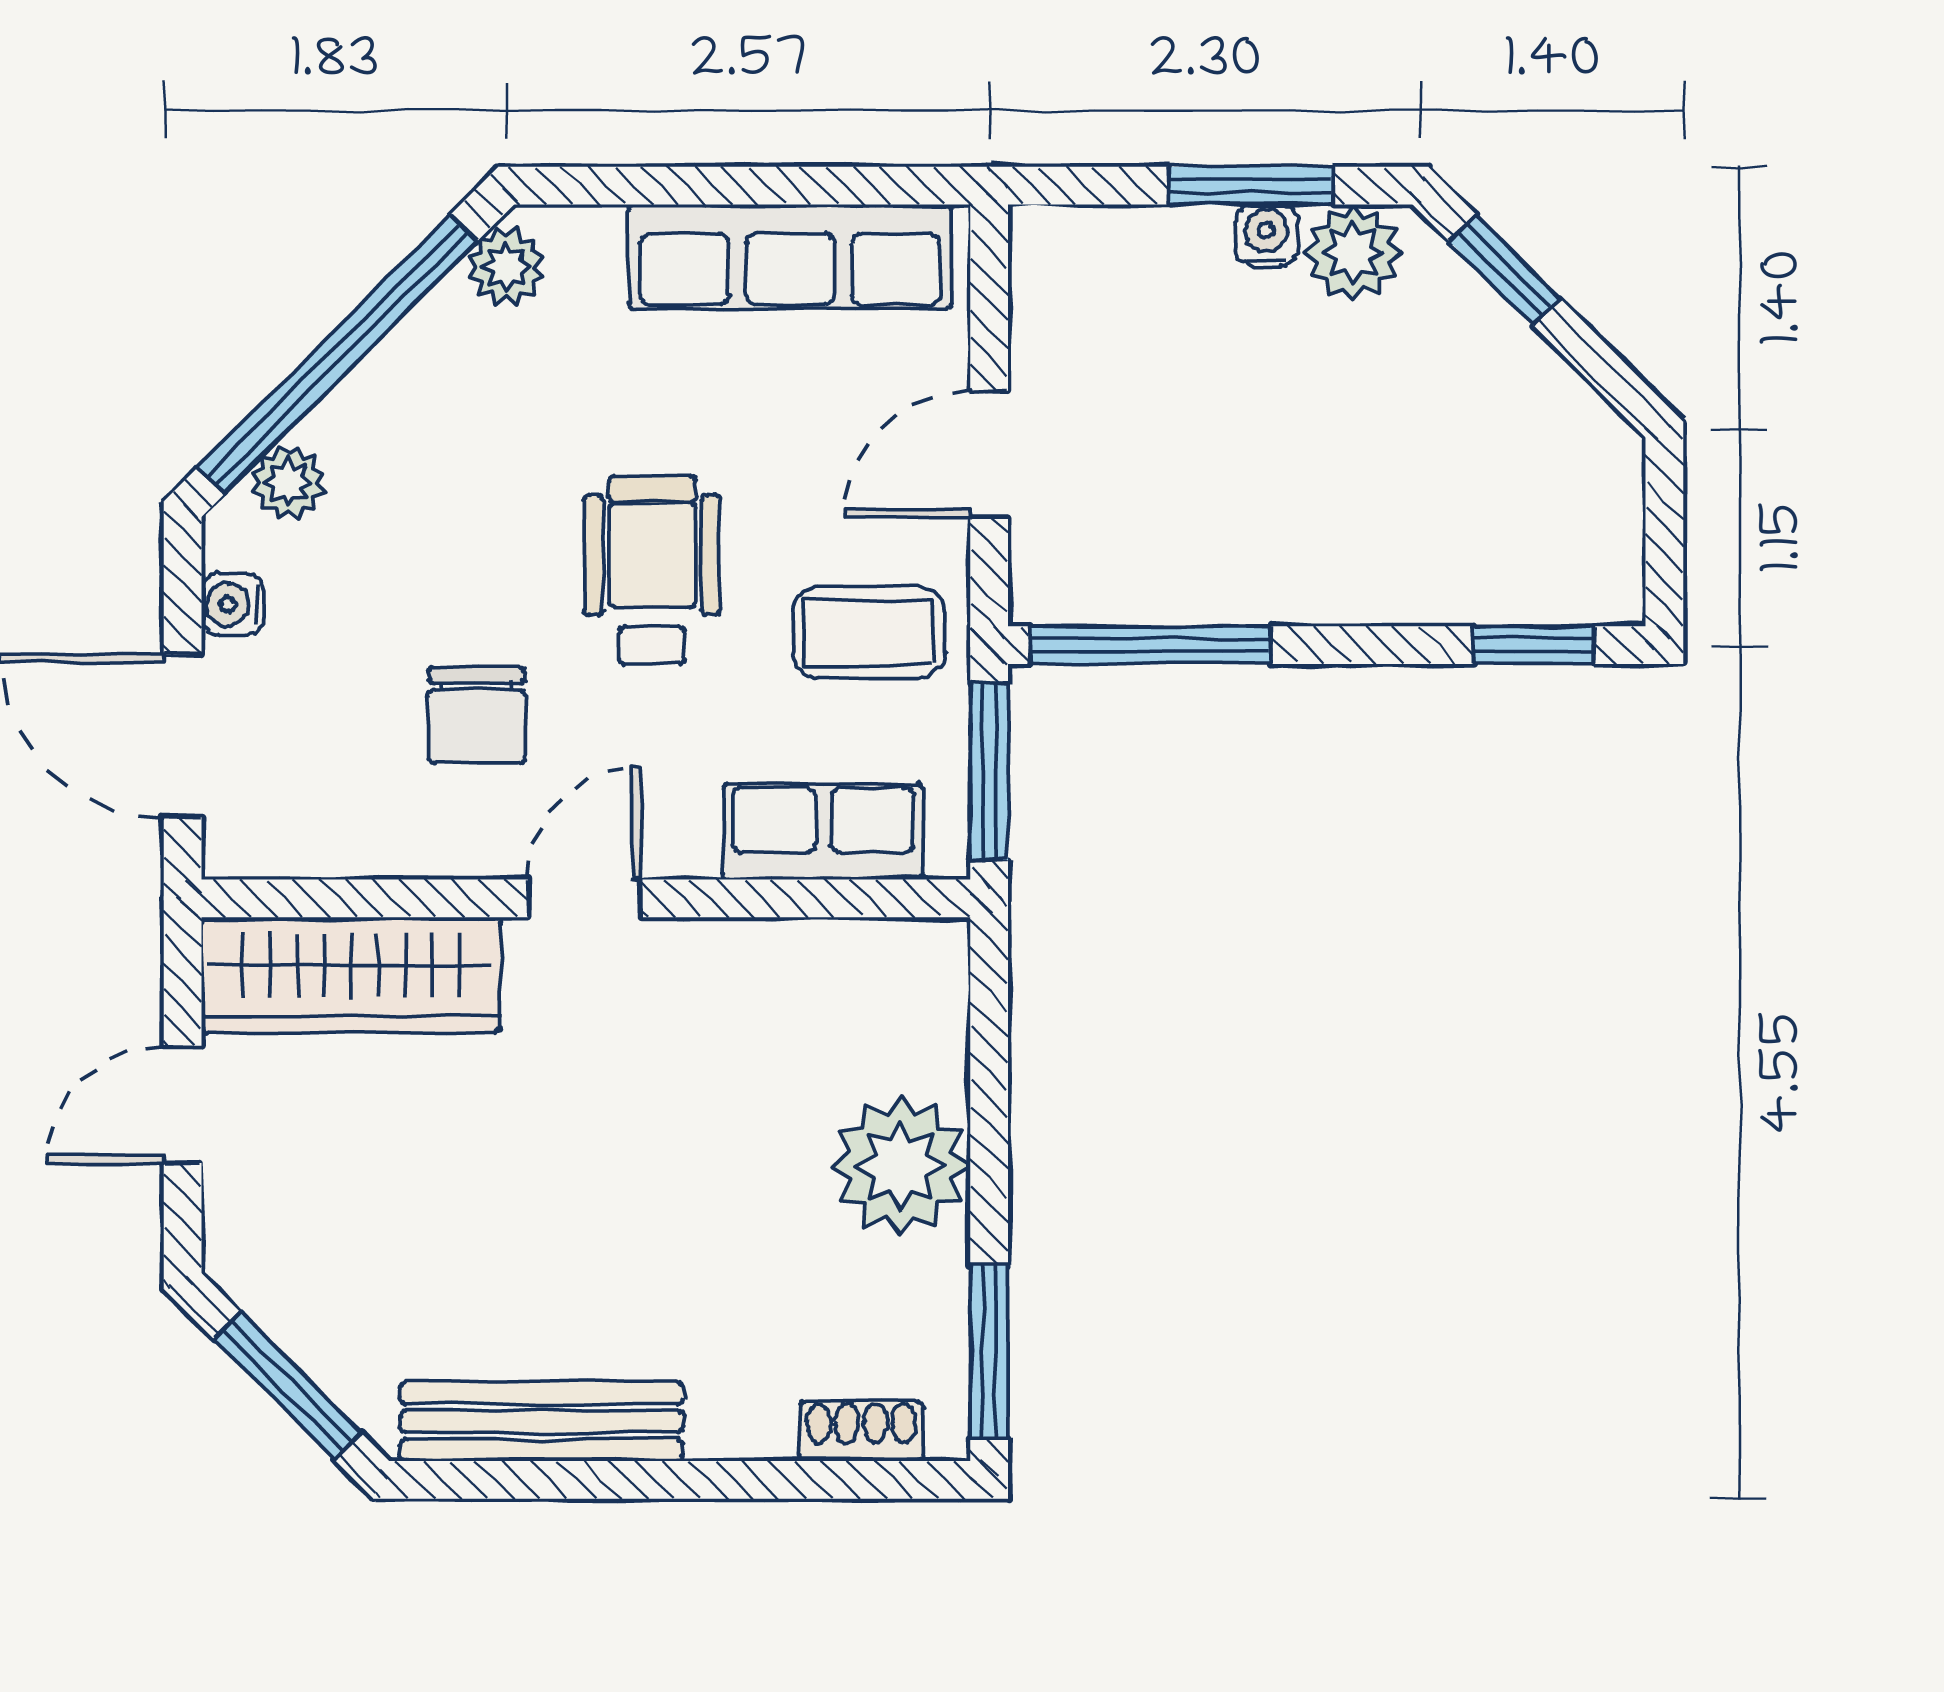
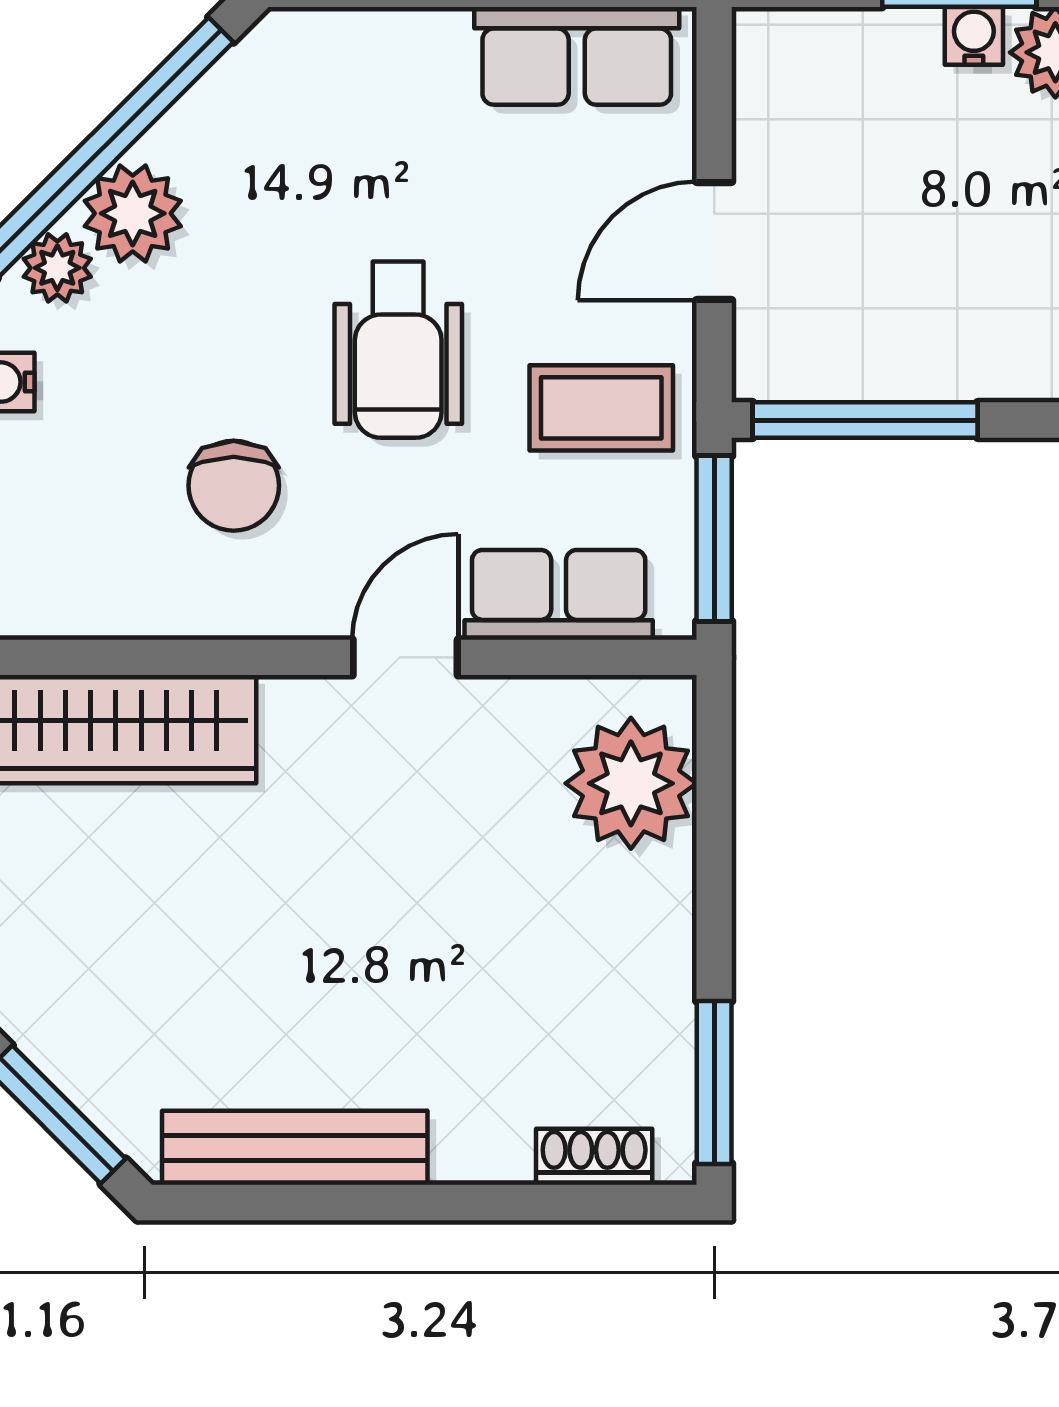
row of seats: (790, 257) -> (577, 56), width x0.68
plant: (506, 267) -> (133, 213), moved, width x1.38, depth x1.38
wheelchair: (652, 570) -> (398, 350), turned 180
door: (584, 898) -> (405, 657), moved
plant: (900, 1166) -> (631, 783), moved

